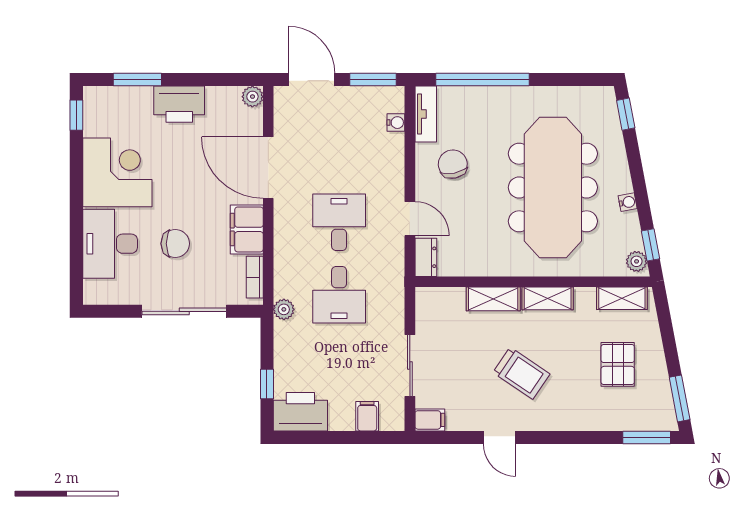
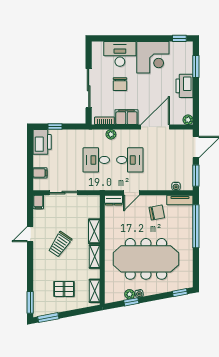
window: (650, 245) -> (131, 302), moved
plant: (637, 261) -> (130, 294), moved
plant: (284, 309) -> (111, 134), moved

